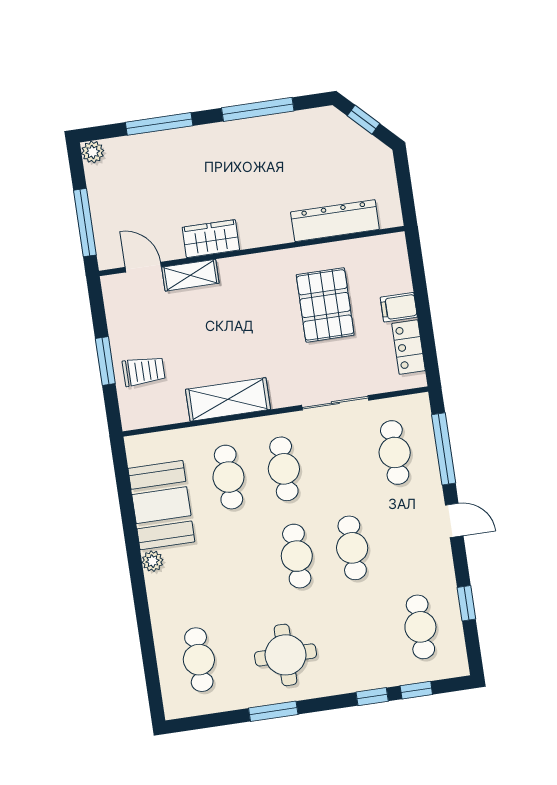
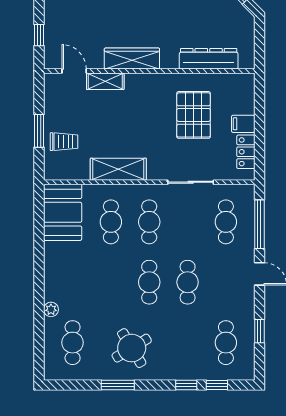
window: (85, 223) -> (39, 35), width x0.46
wardrobe: (211, 239) -> (132, 59), width x1.50
booth: (161, 505) -> (63, 212), moved
plant: (152, 561) -> (51, 309), moved
round table: (286, 655) -> (132, 348), turned -31

